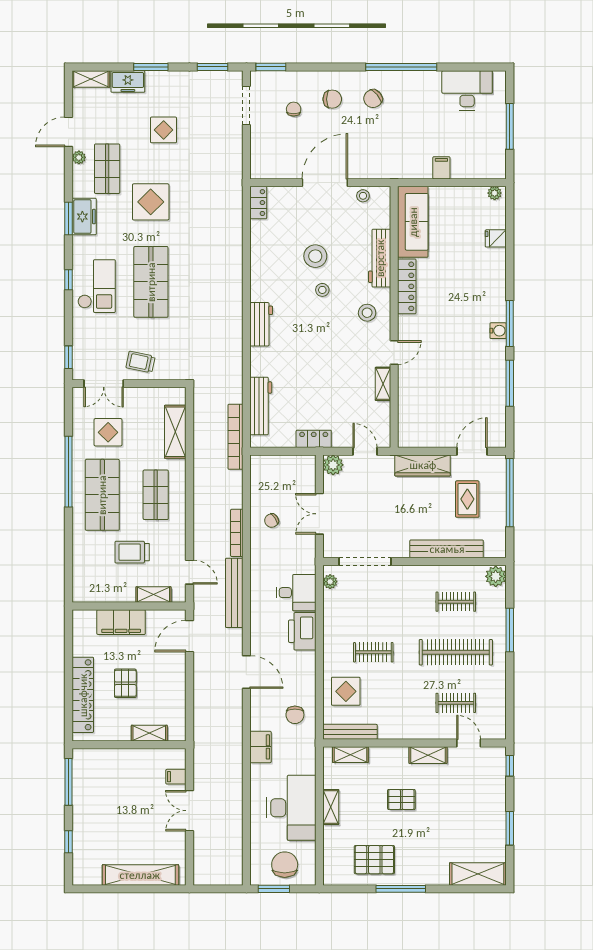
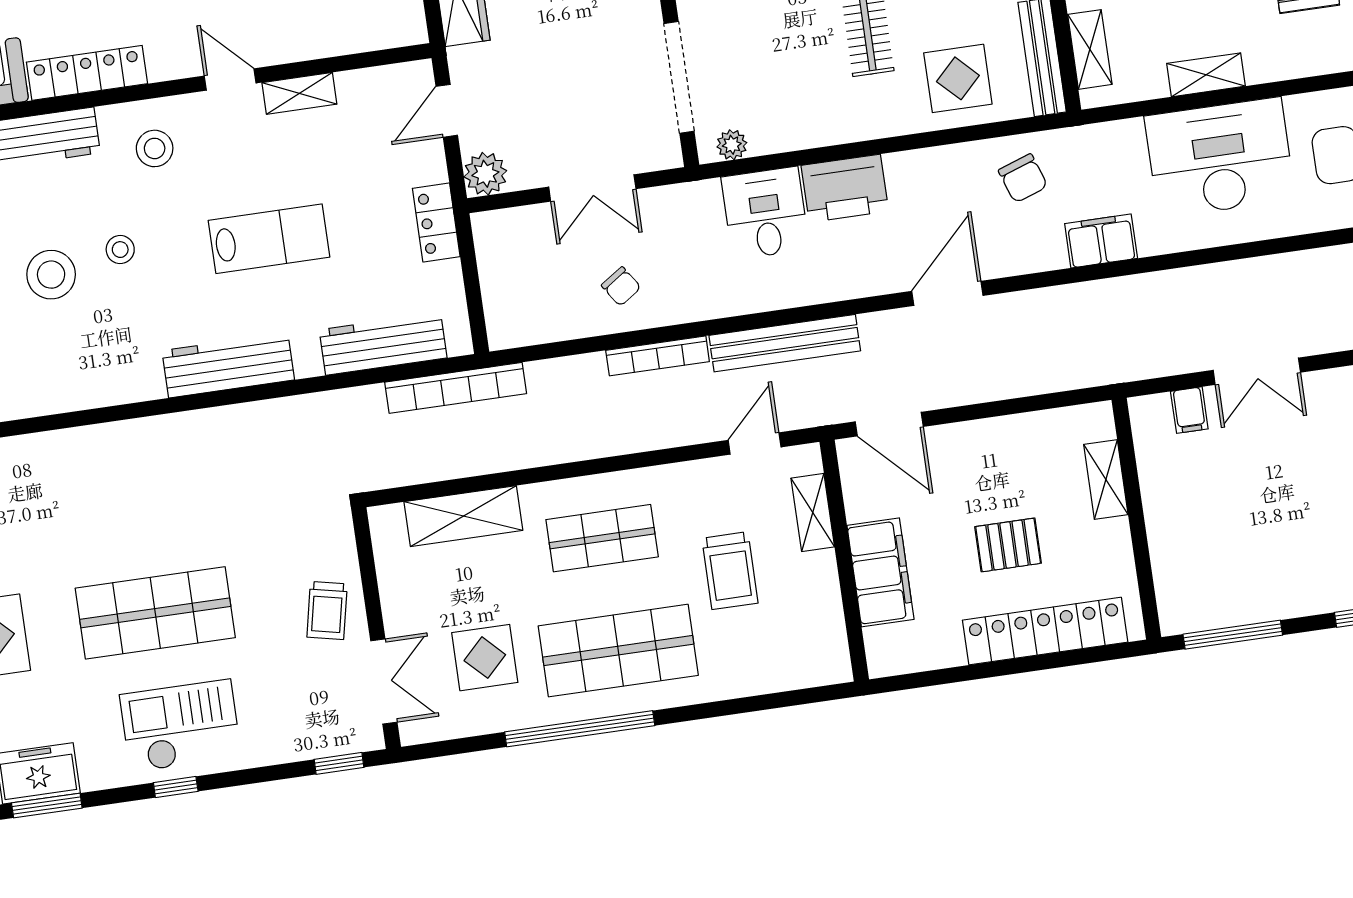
workbench: (261, 324) -> (228, 365), width x1.37
lab bench: (317, 360) -> (269, 239), added
chair: (295, 715) -> (1023, 178), turned 71

